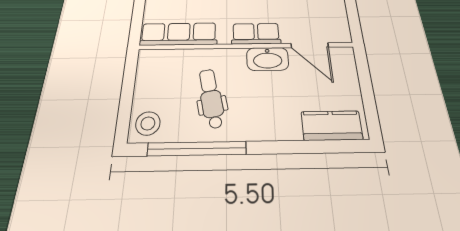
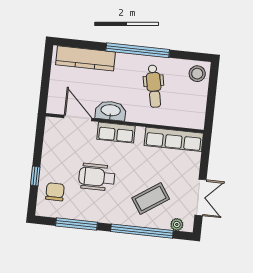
kitchen counter: (332, 126) -> (86, 58), width x1.50
window: (197, 149) -> (138, 50), moved

